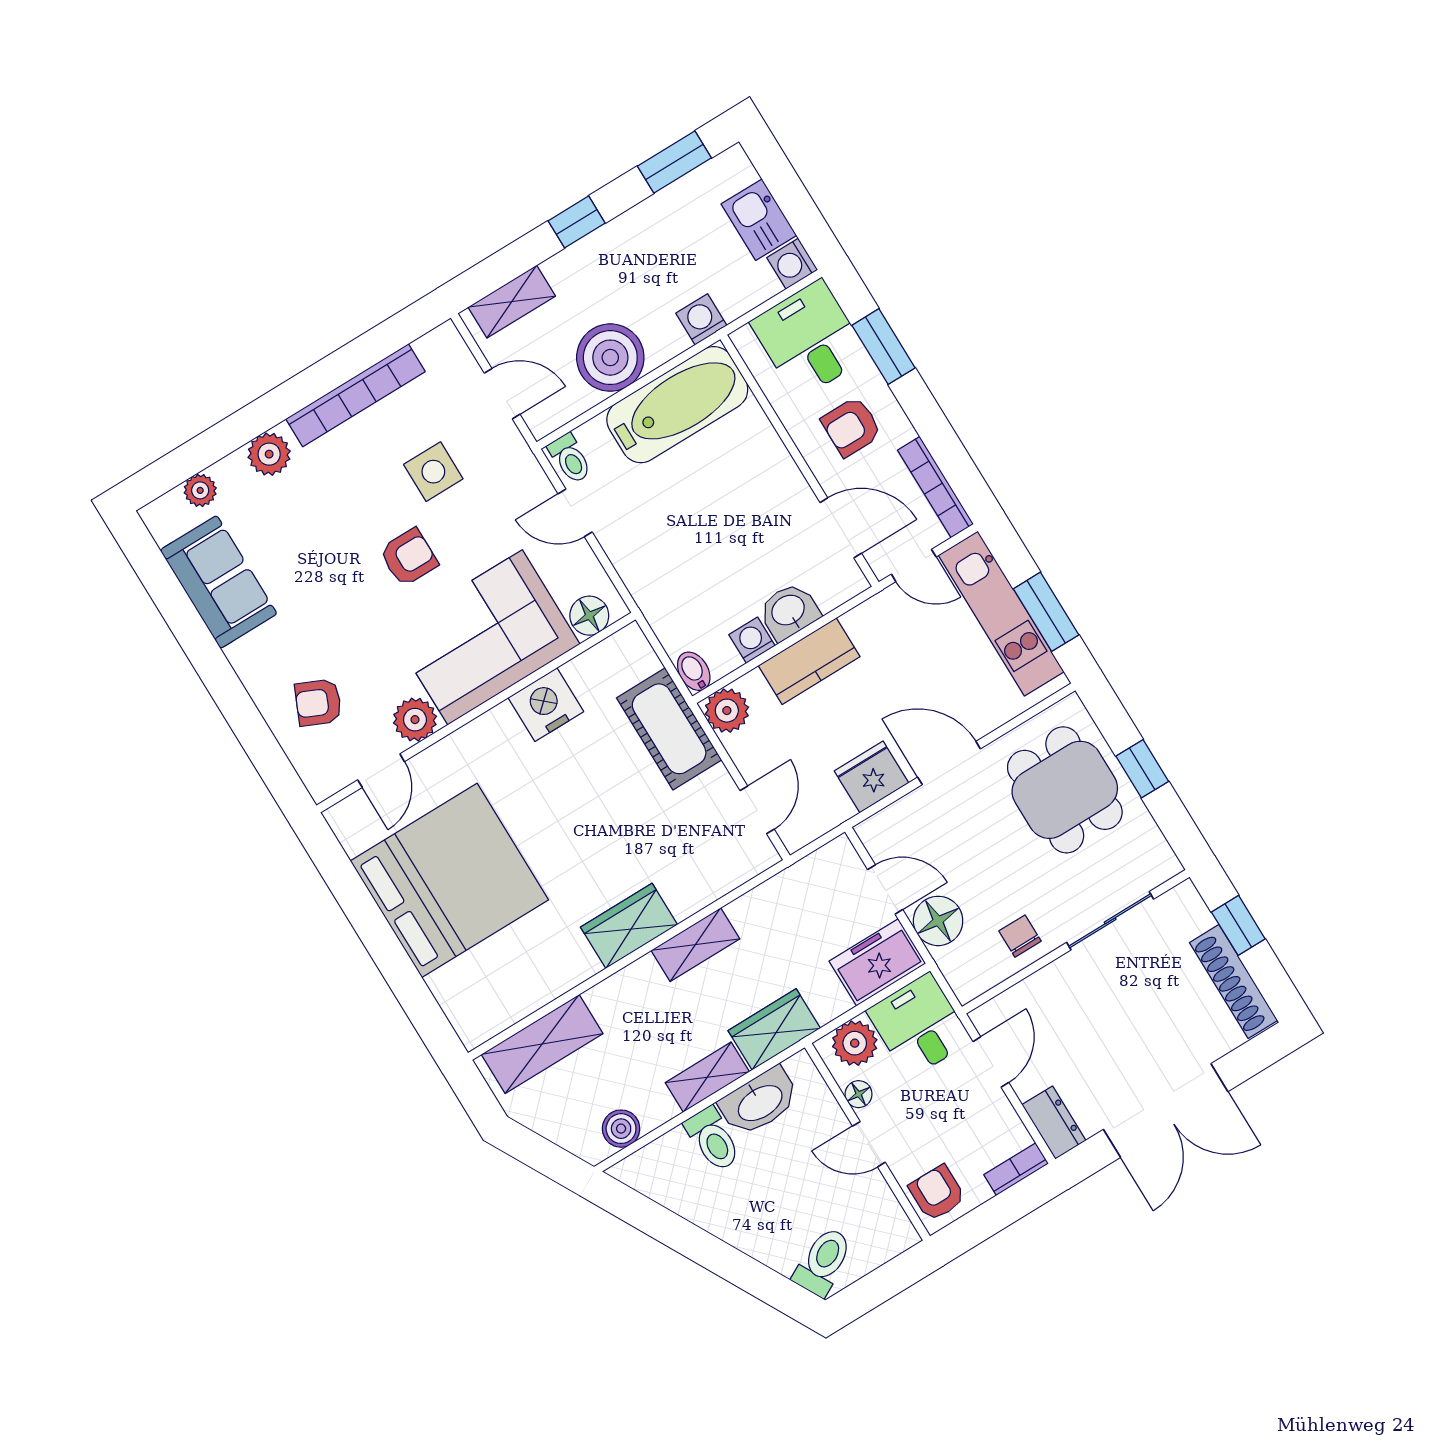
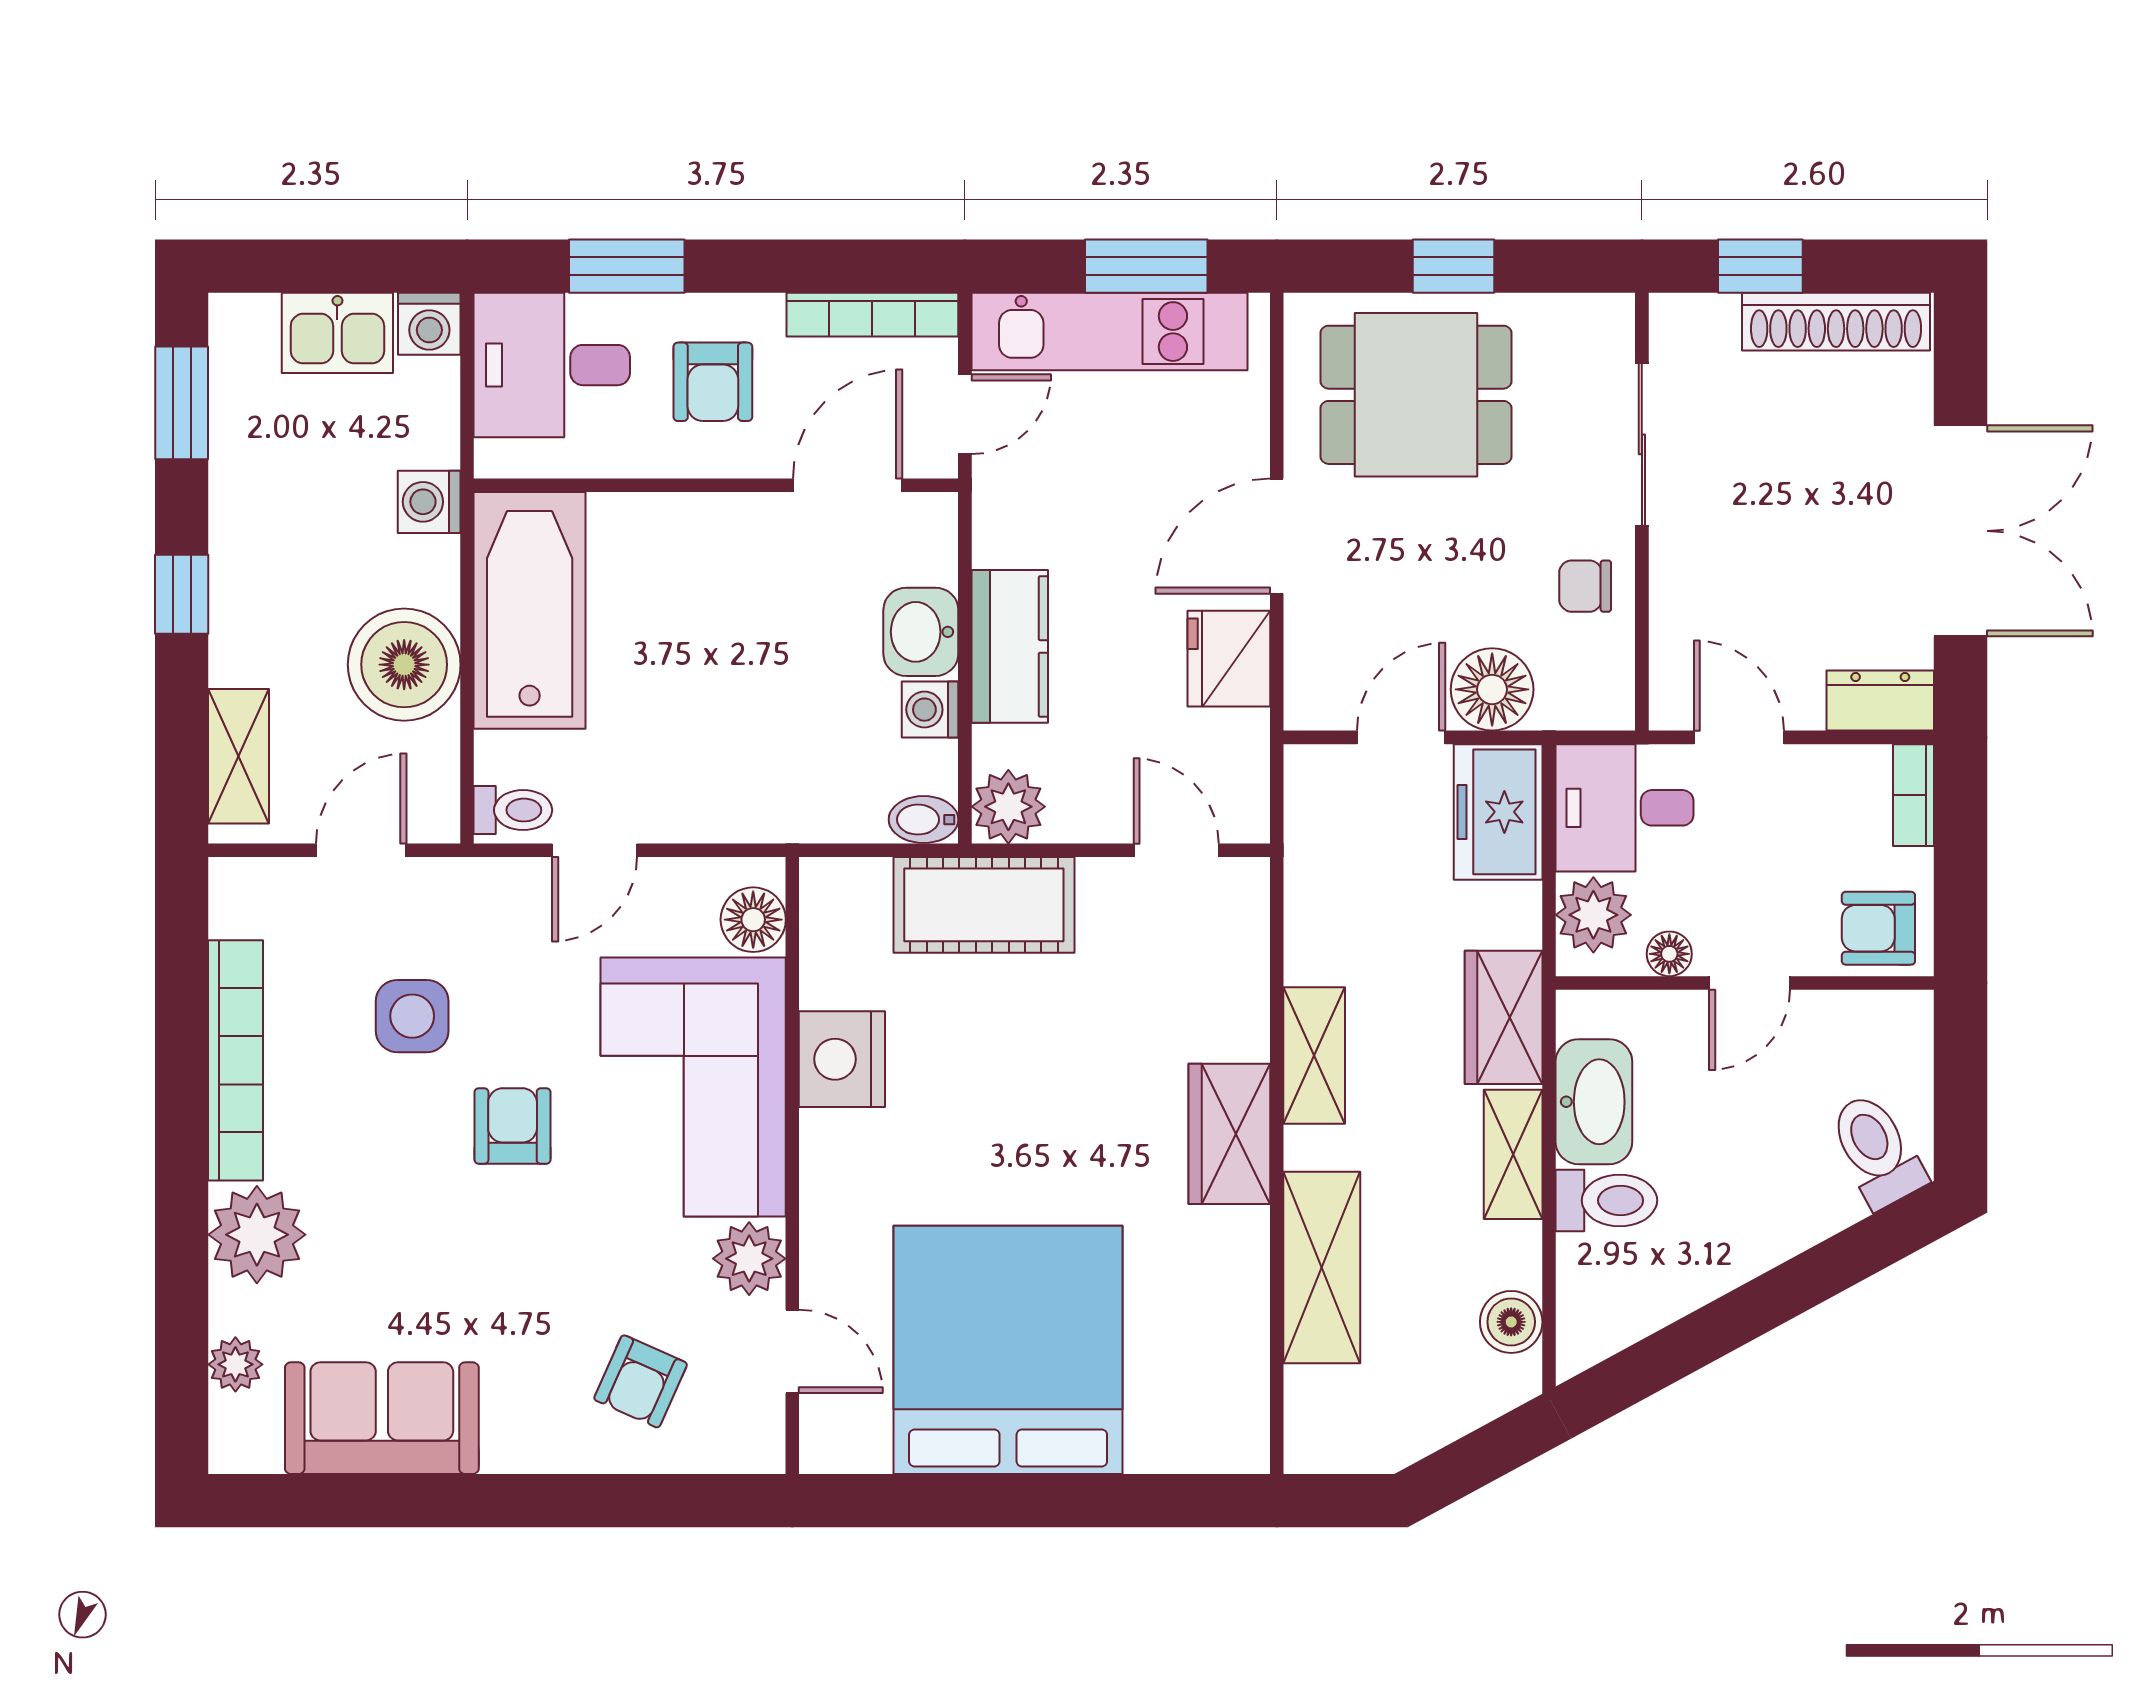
plant: (269, 454) -> (257, 1235), width x1.36, depth x1.36
shelving: (542, 1044) -> (1322, 1267), moved

